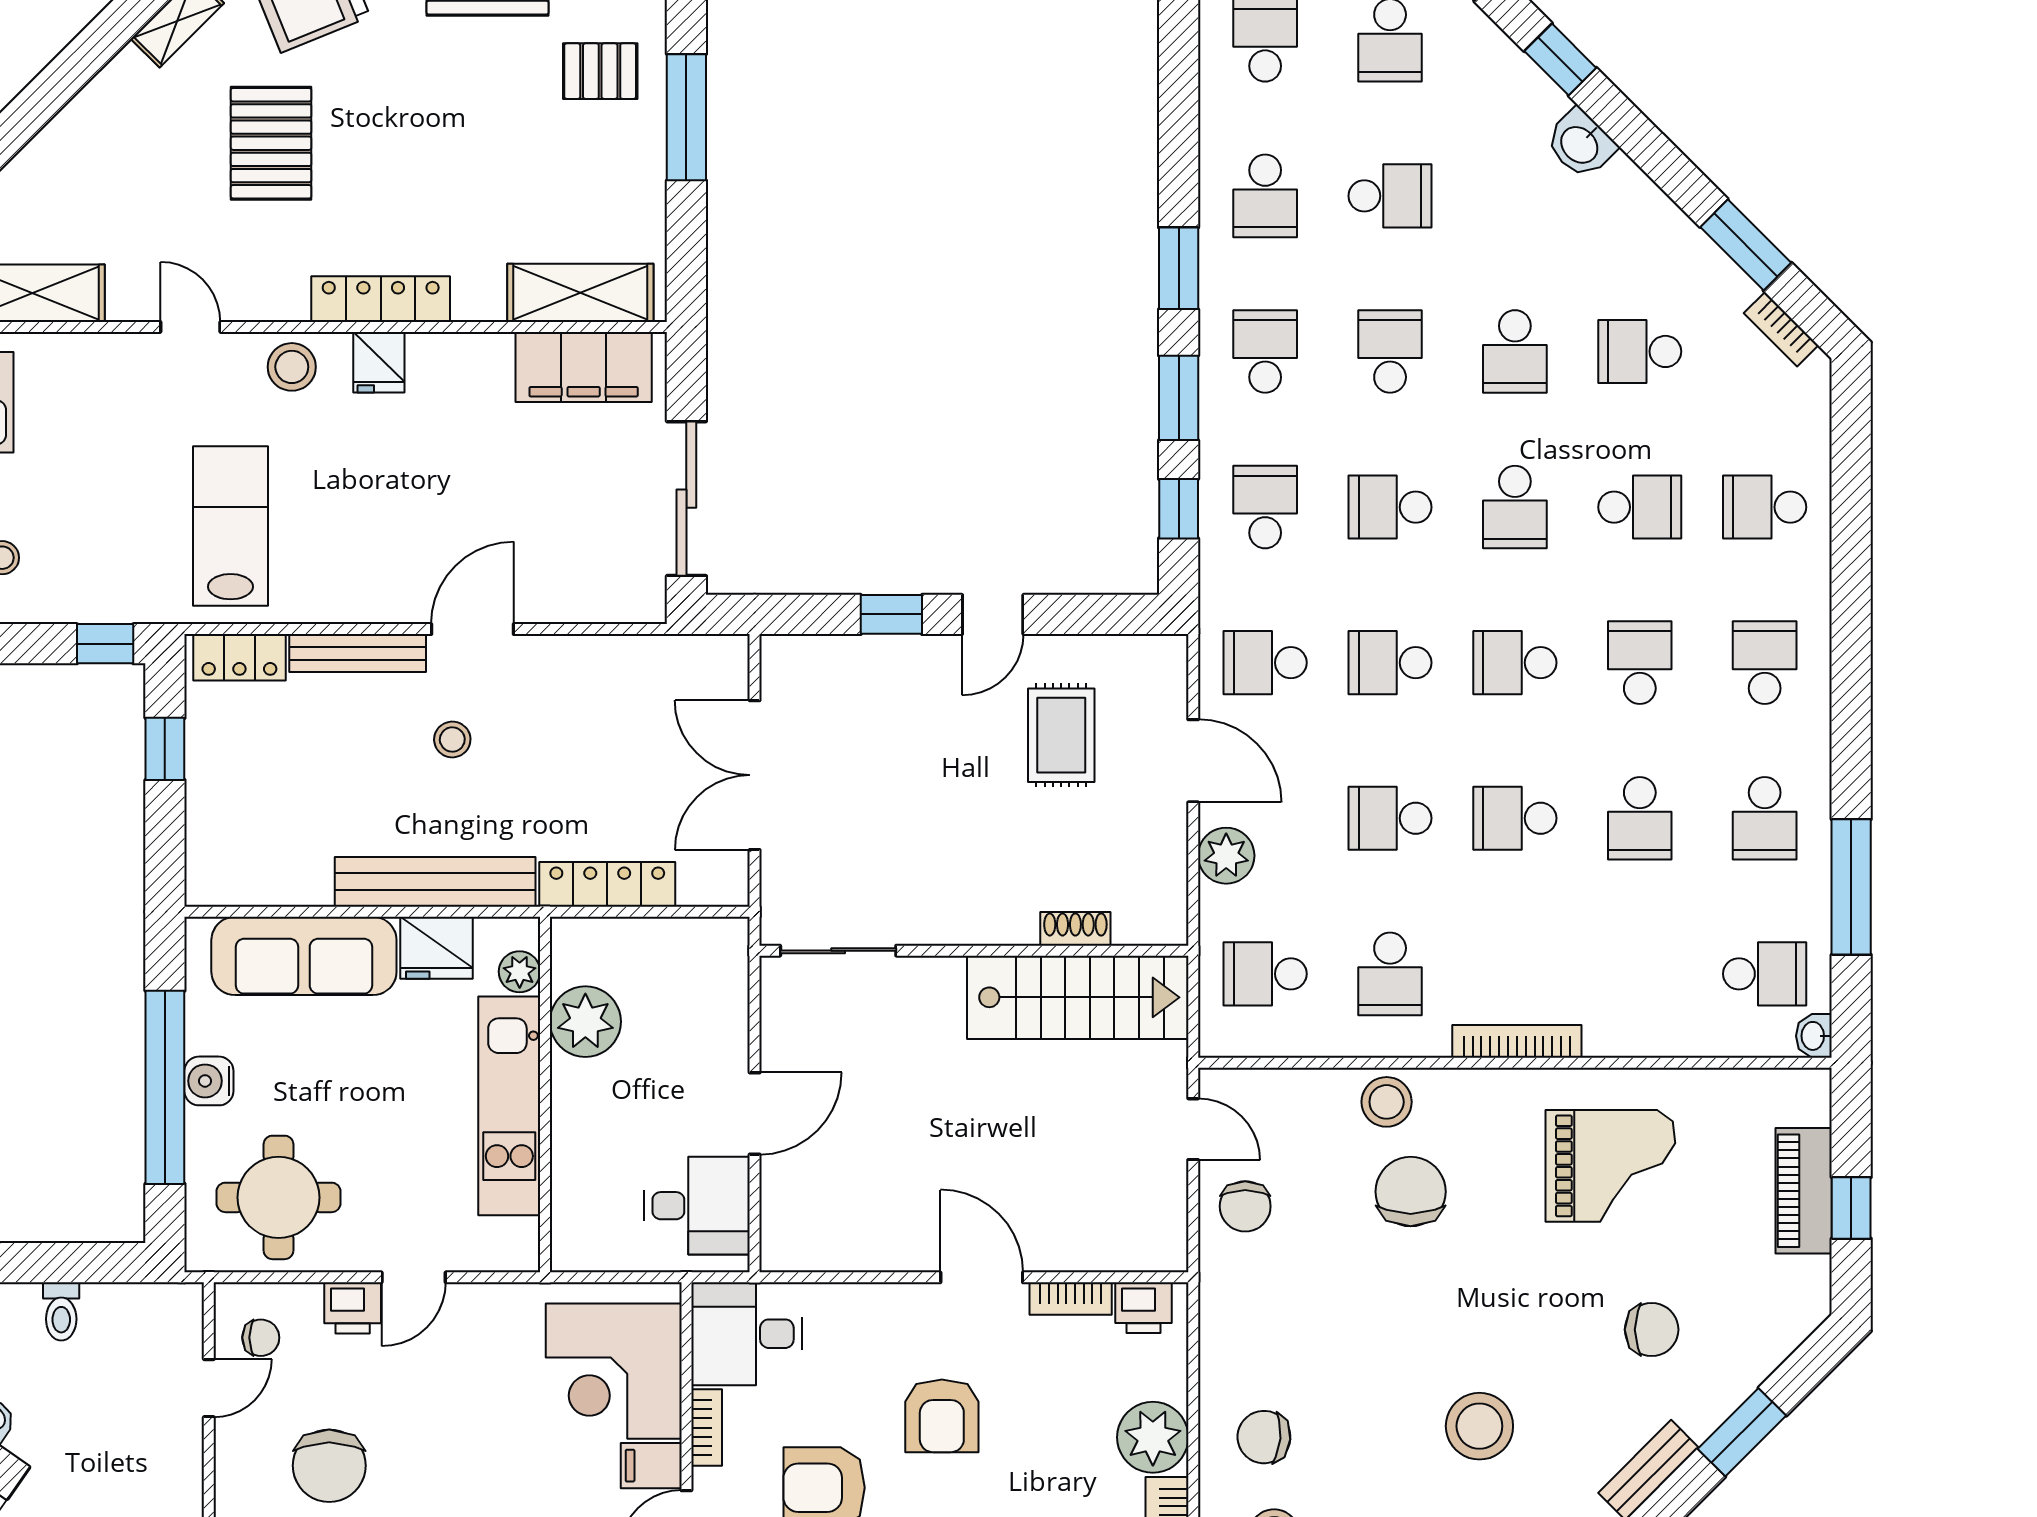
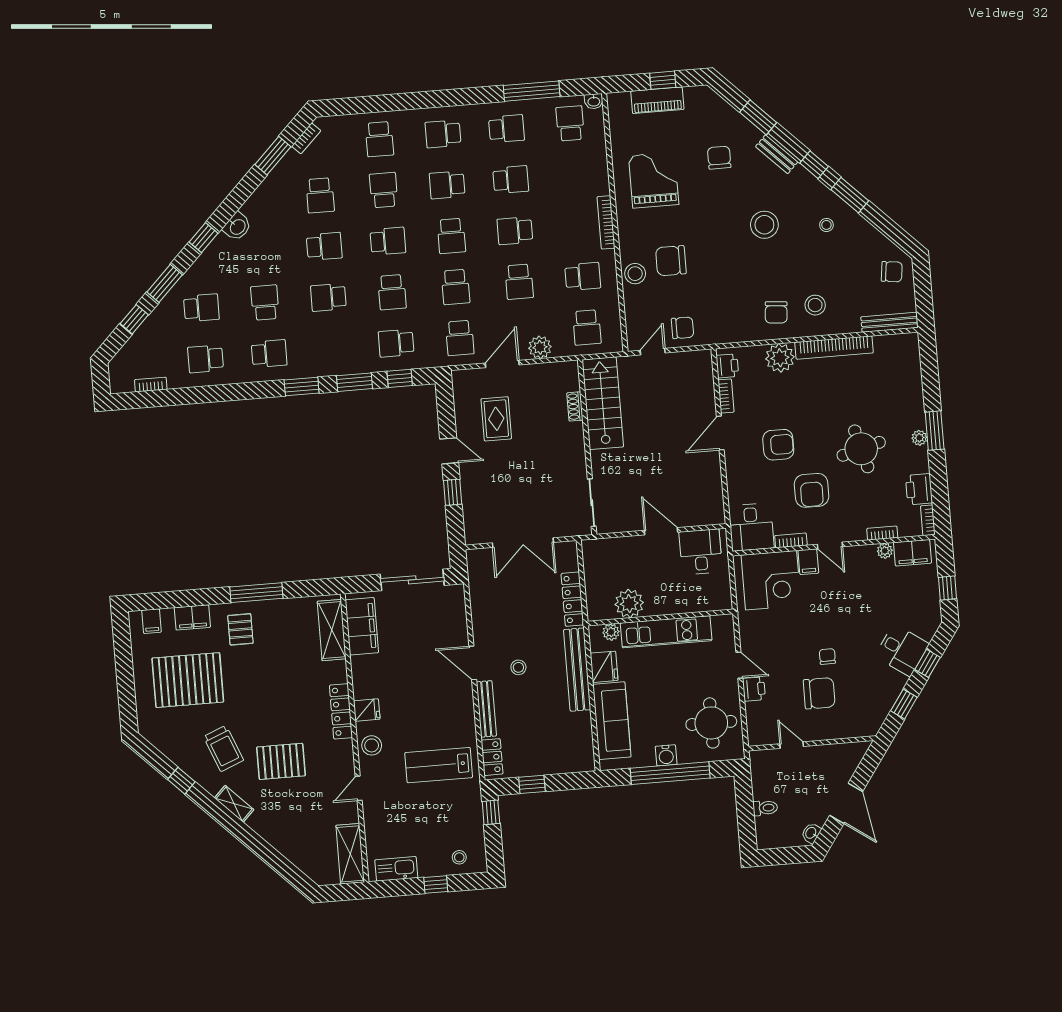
school desk: (1265, 351) -> (333, 348), removed
rug: (1061, 735) -> (496, 419), turned 90
school desk: (1515, 818) -> (515, 231), turned 90
chair: (261, 1338) -> (827, 656), moved

